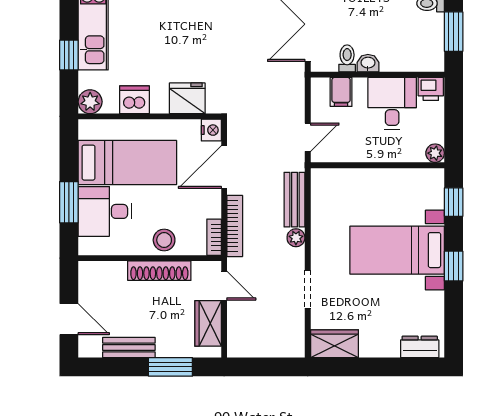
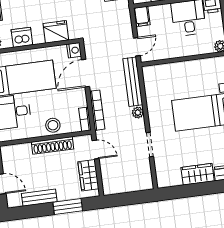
filing cabinet: (341, 92) -> (142, 16), moved
bench: (294, 200) -> (133, 82), width x1.36
wardrobe: (334, 344) -> (198, 174), moved

